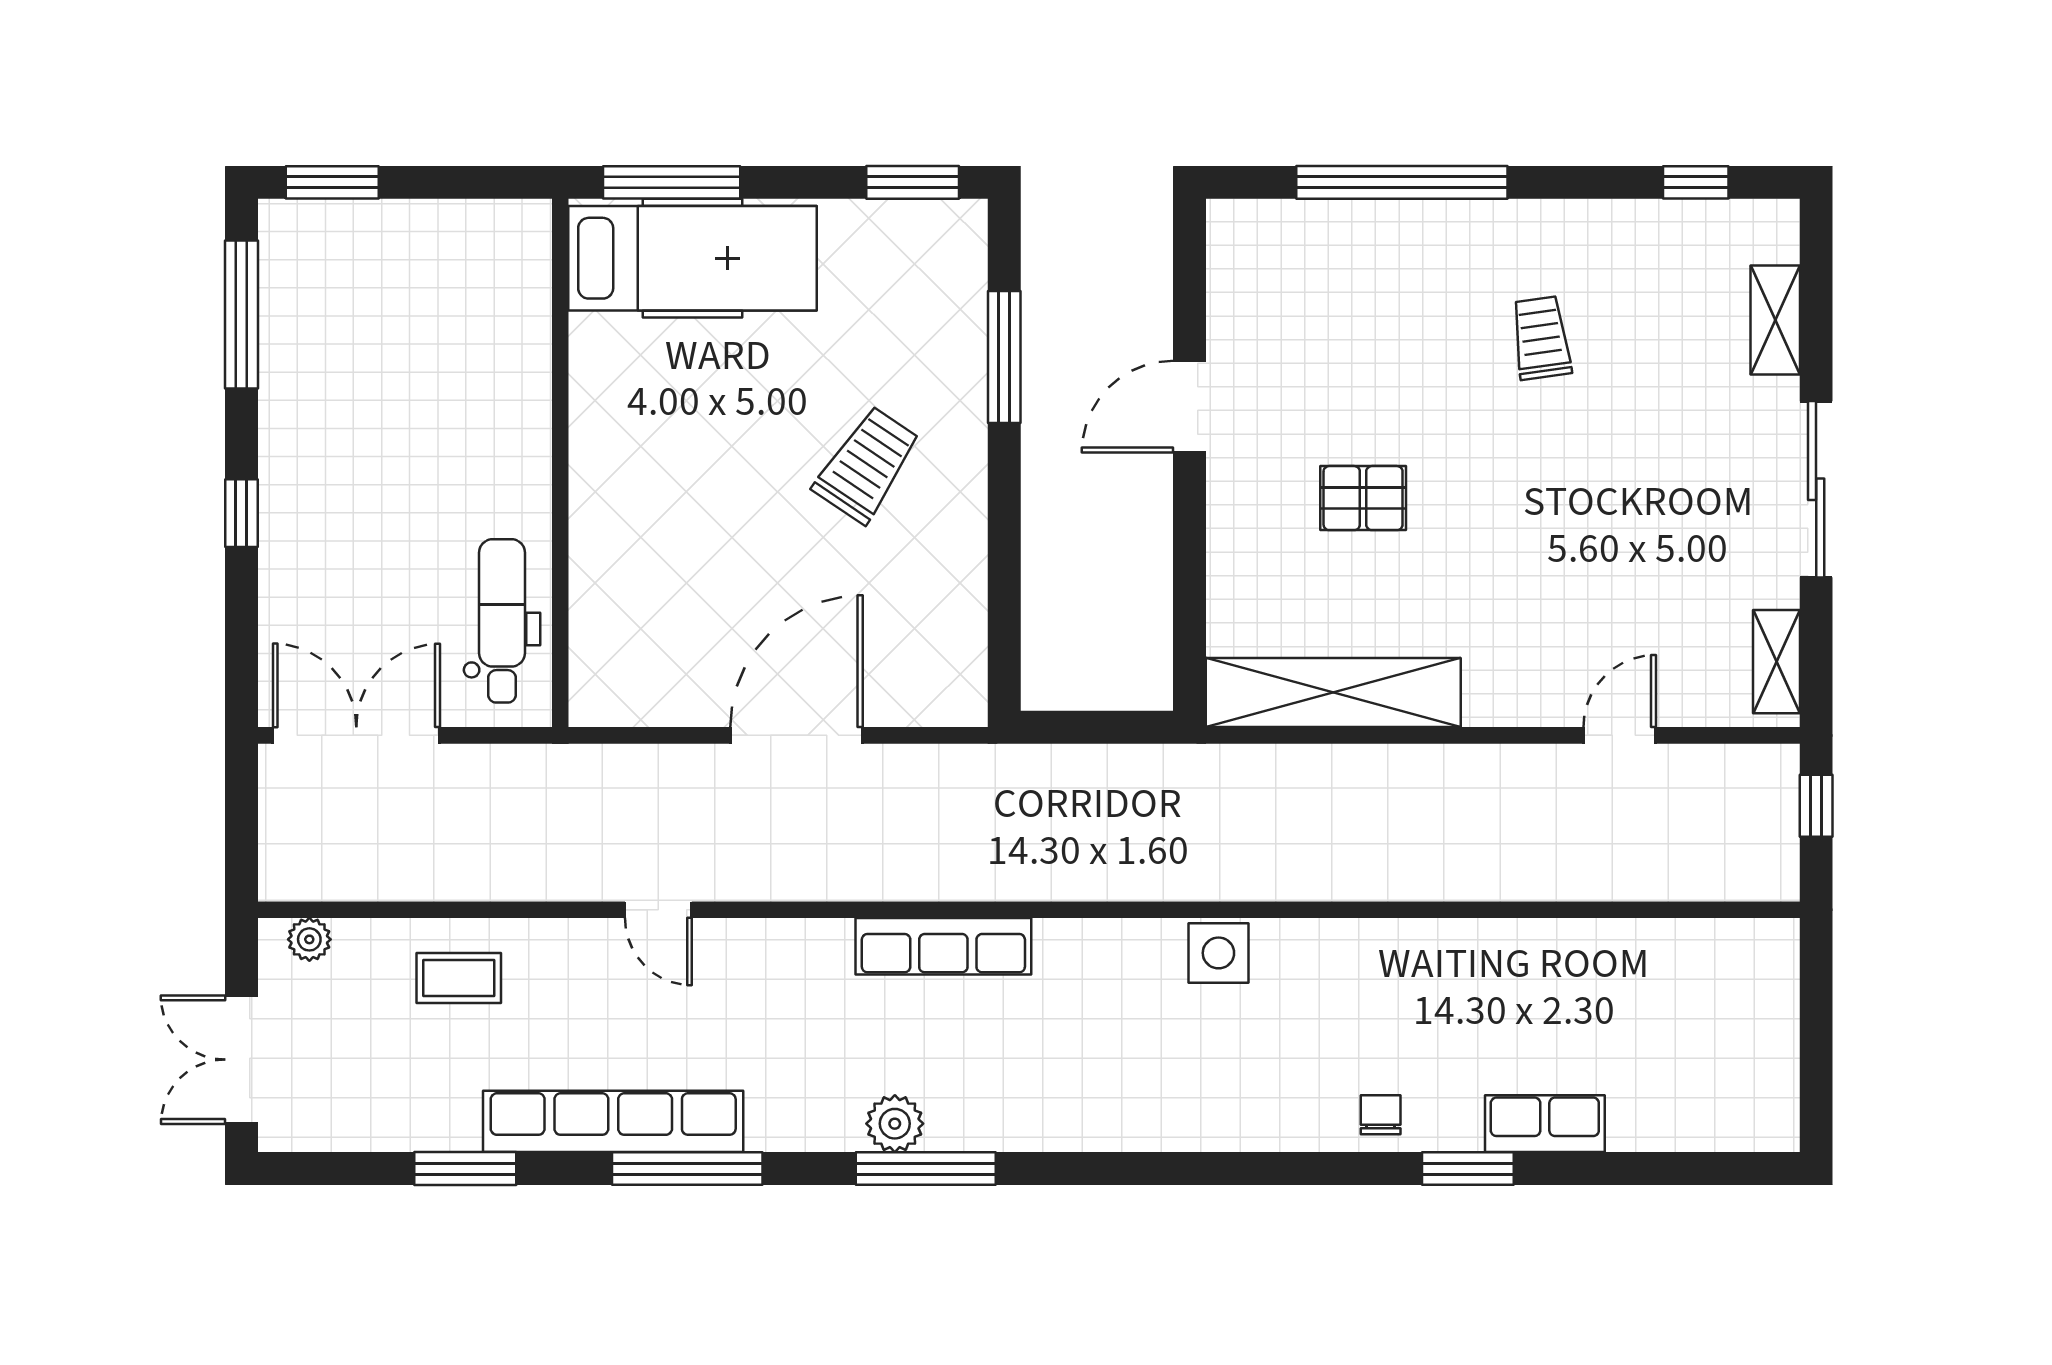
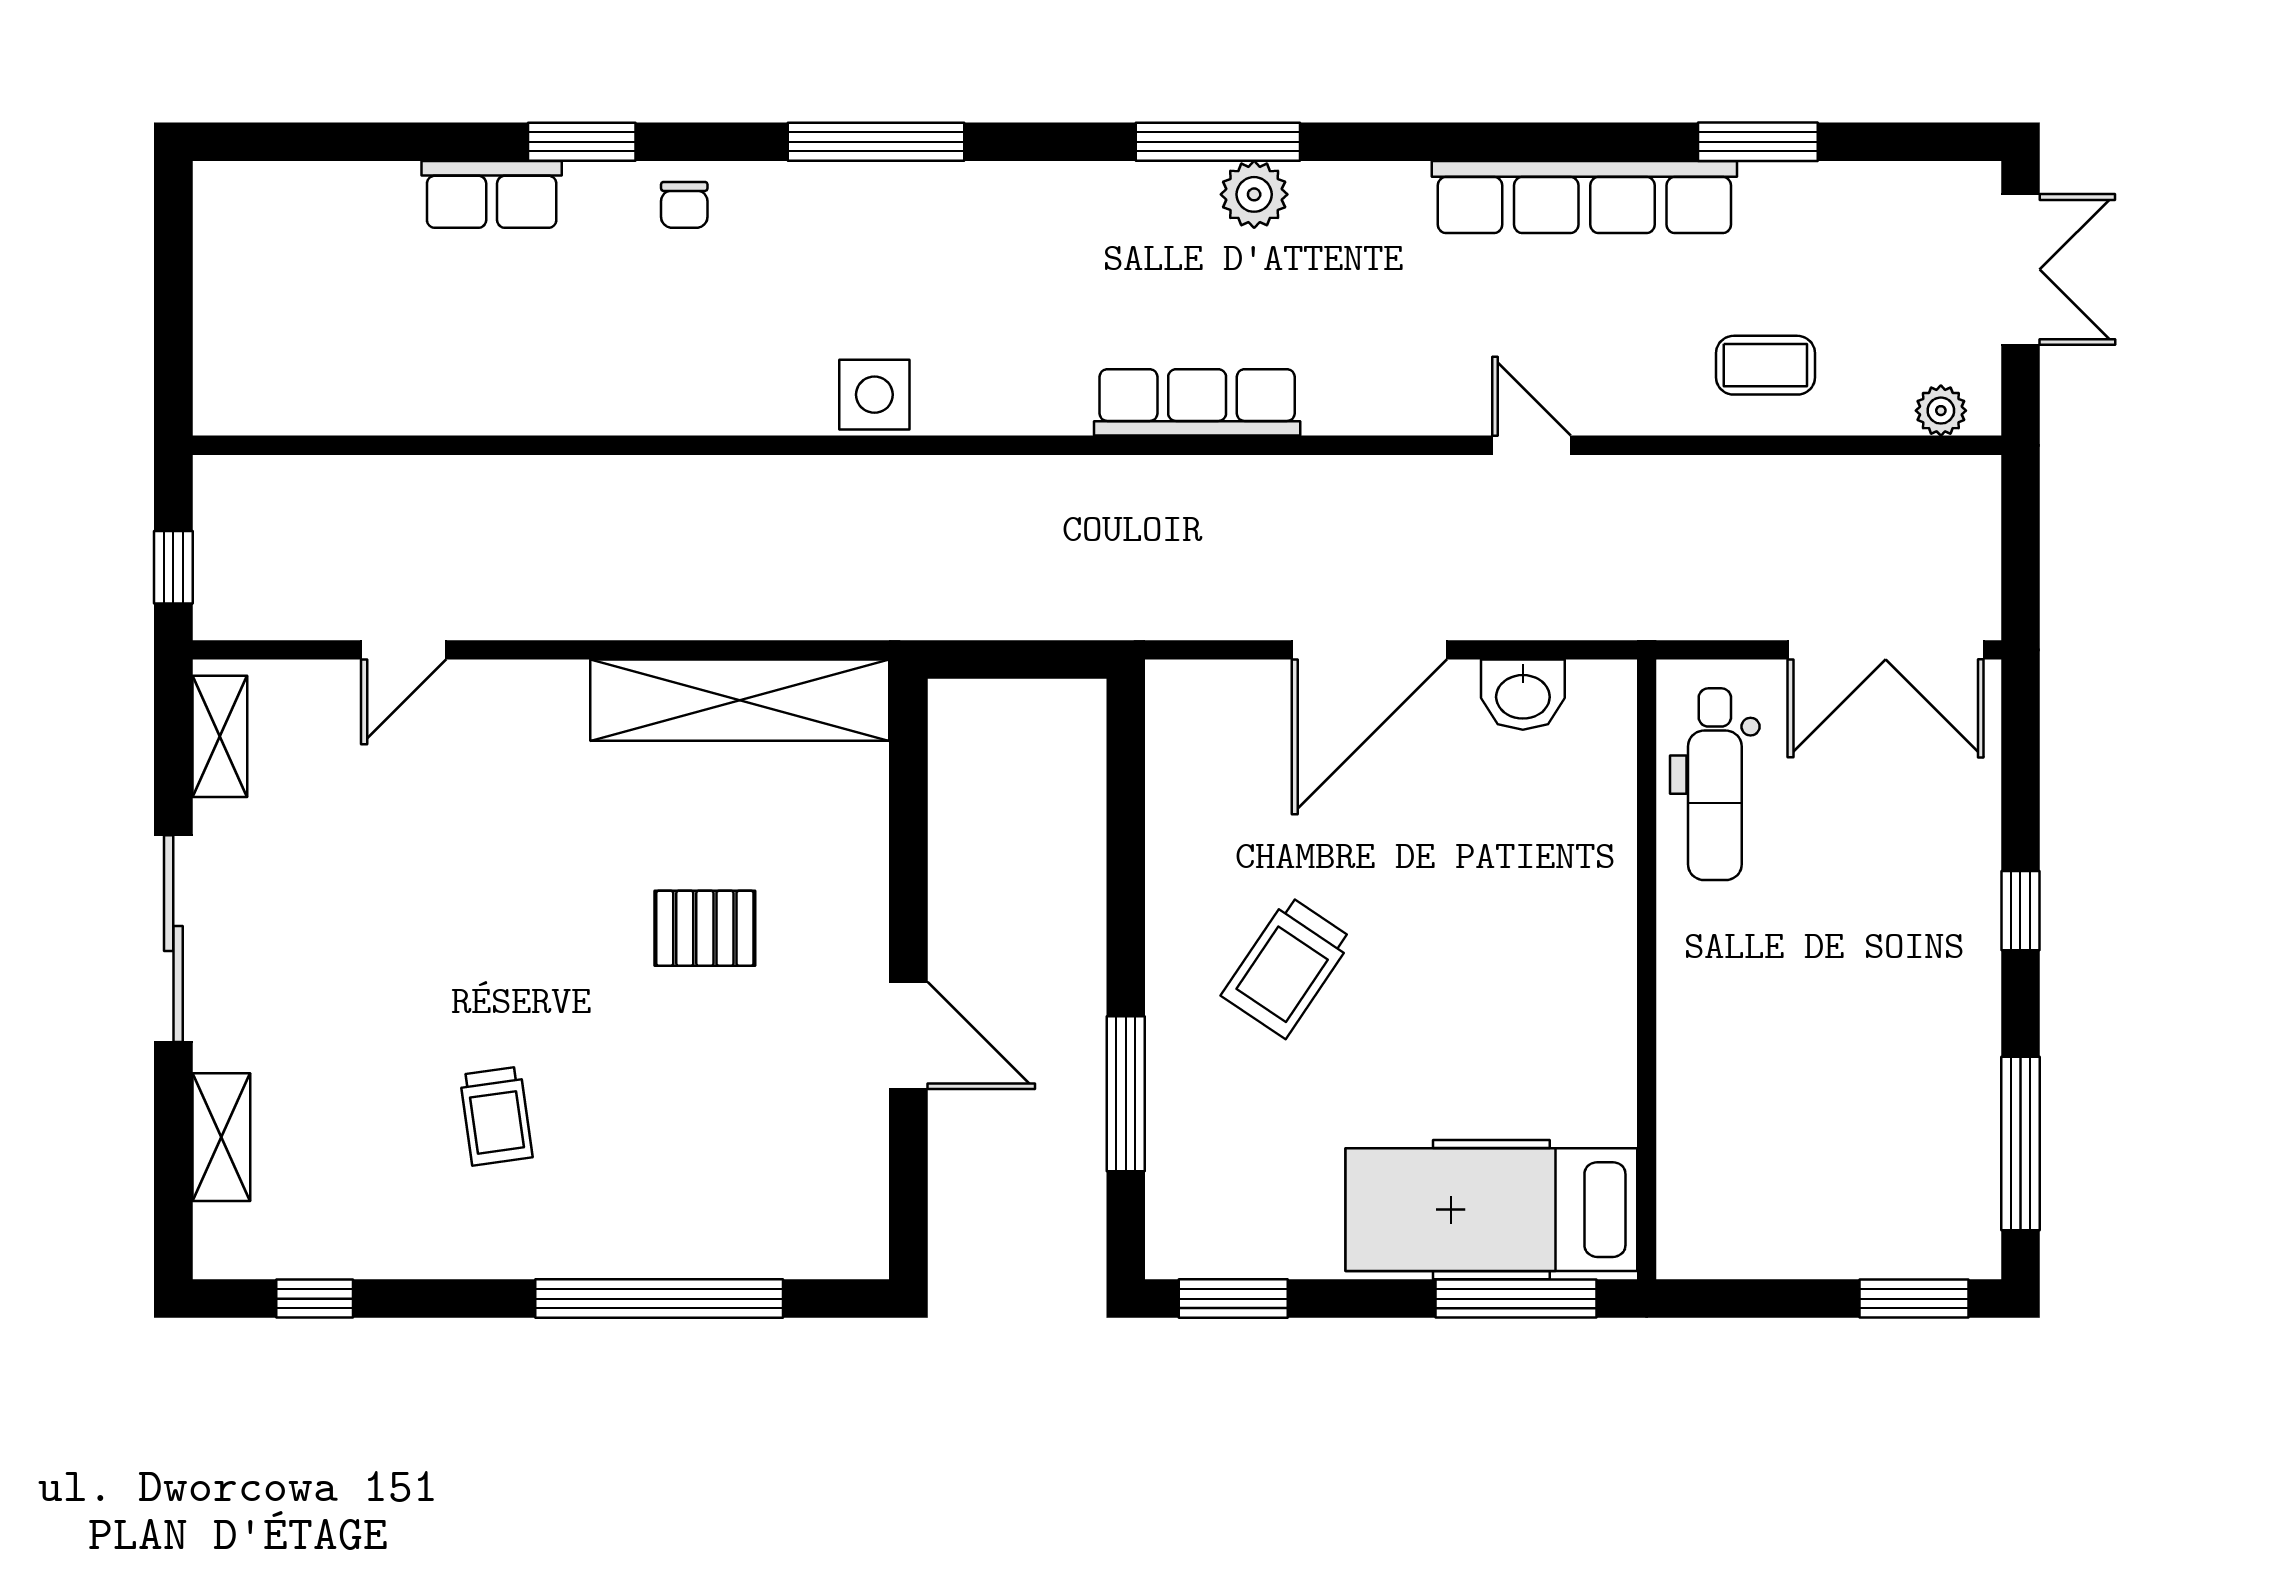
door: (1190, 407) -> (908, 1035), hinge flipped
washbasin: (666, 697) -> (1523, 695), added
window: (687, 1169) -> (876, 142), moved

